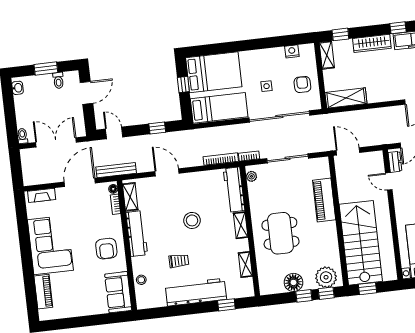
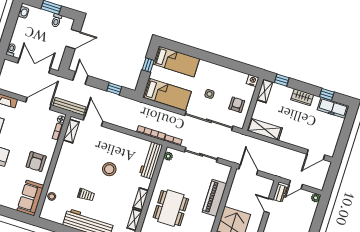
wardrobe: (372, 43) -> (302, 97), width x0.67
nightstand: (292, 51) -> (253, 81), moved
bed: (214, 72) -> (176, 61), width x0.67
door: (167, 172) -> (93, 121), moved
shelving: (241, 225) -> (141, 199), moved
workbench: (137, 234) -> (64, 160), removed

